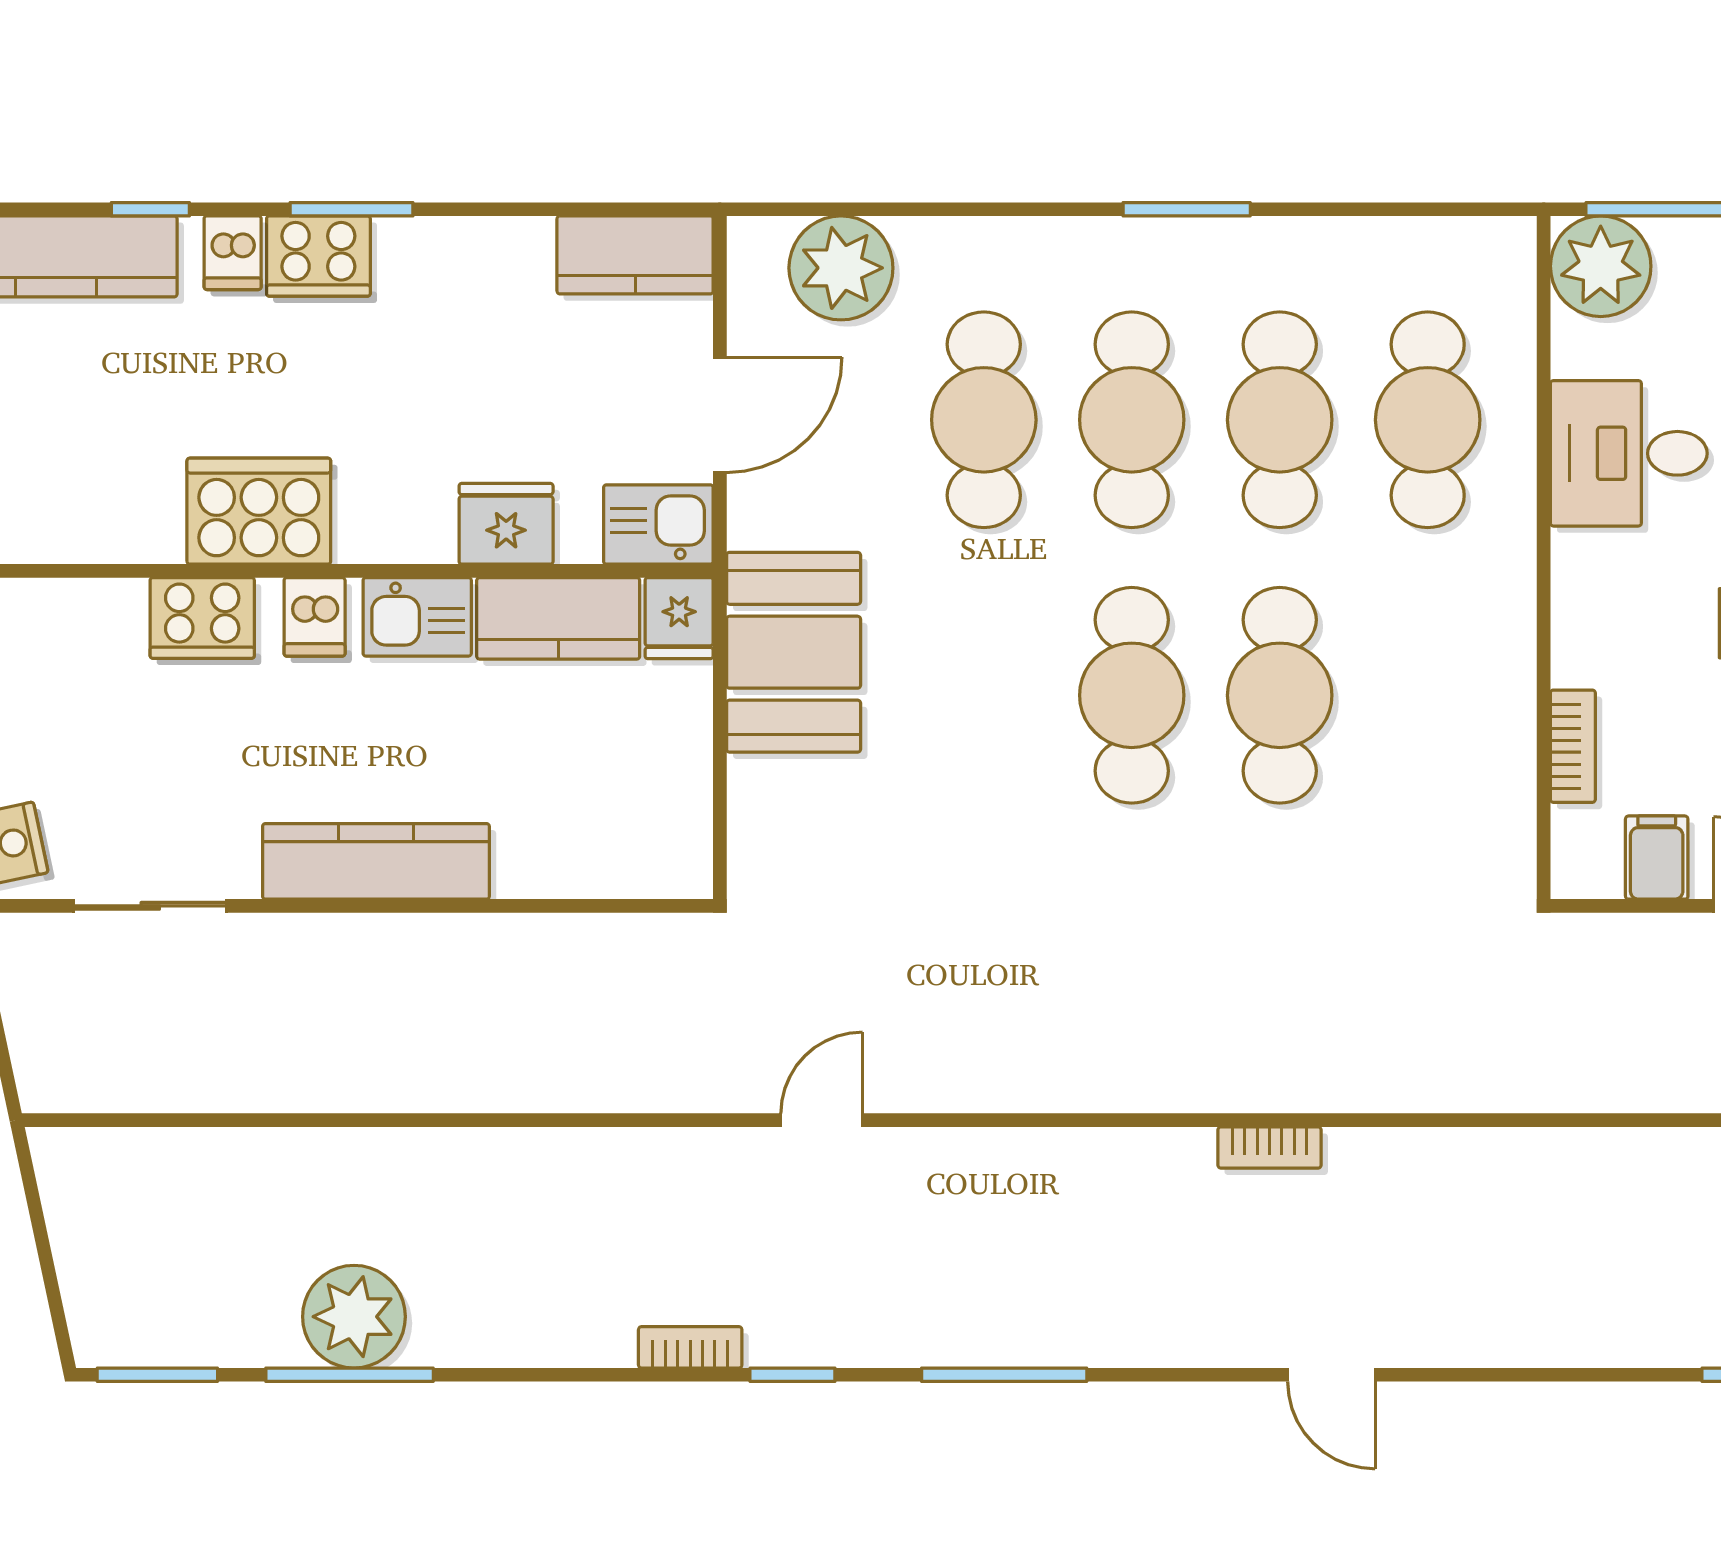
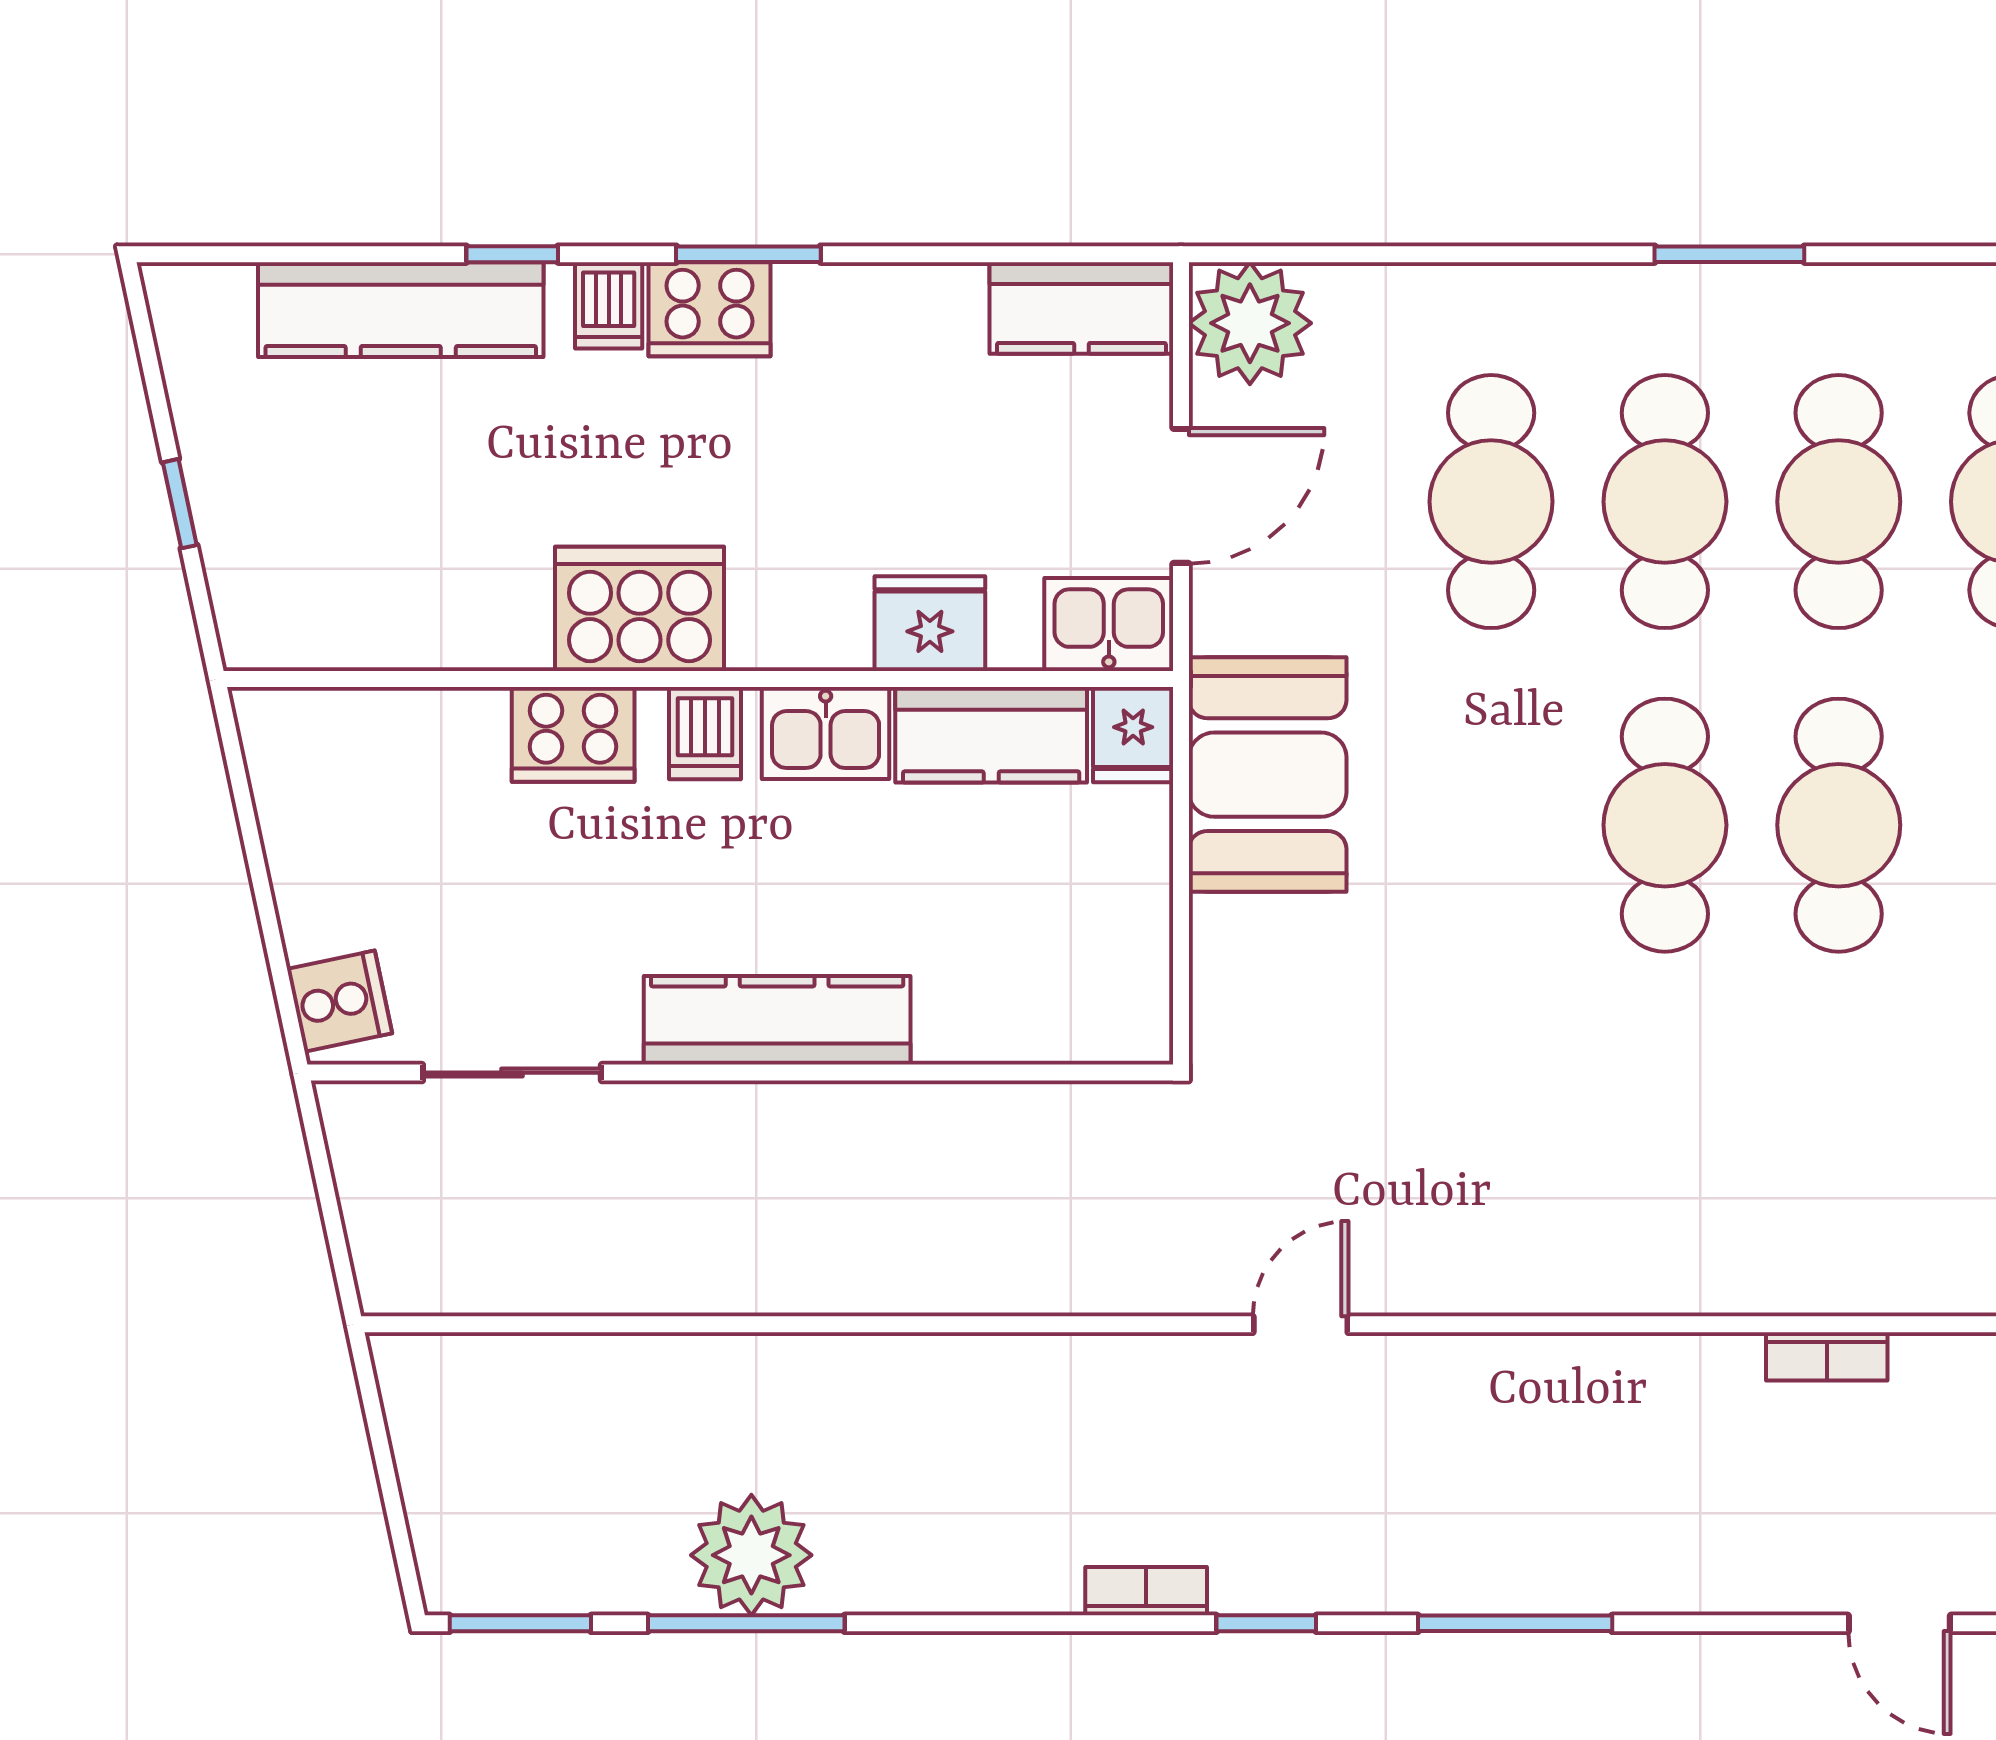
plant: (841, 268) -> (1250, 323), moved

